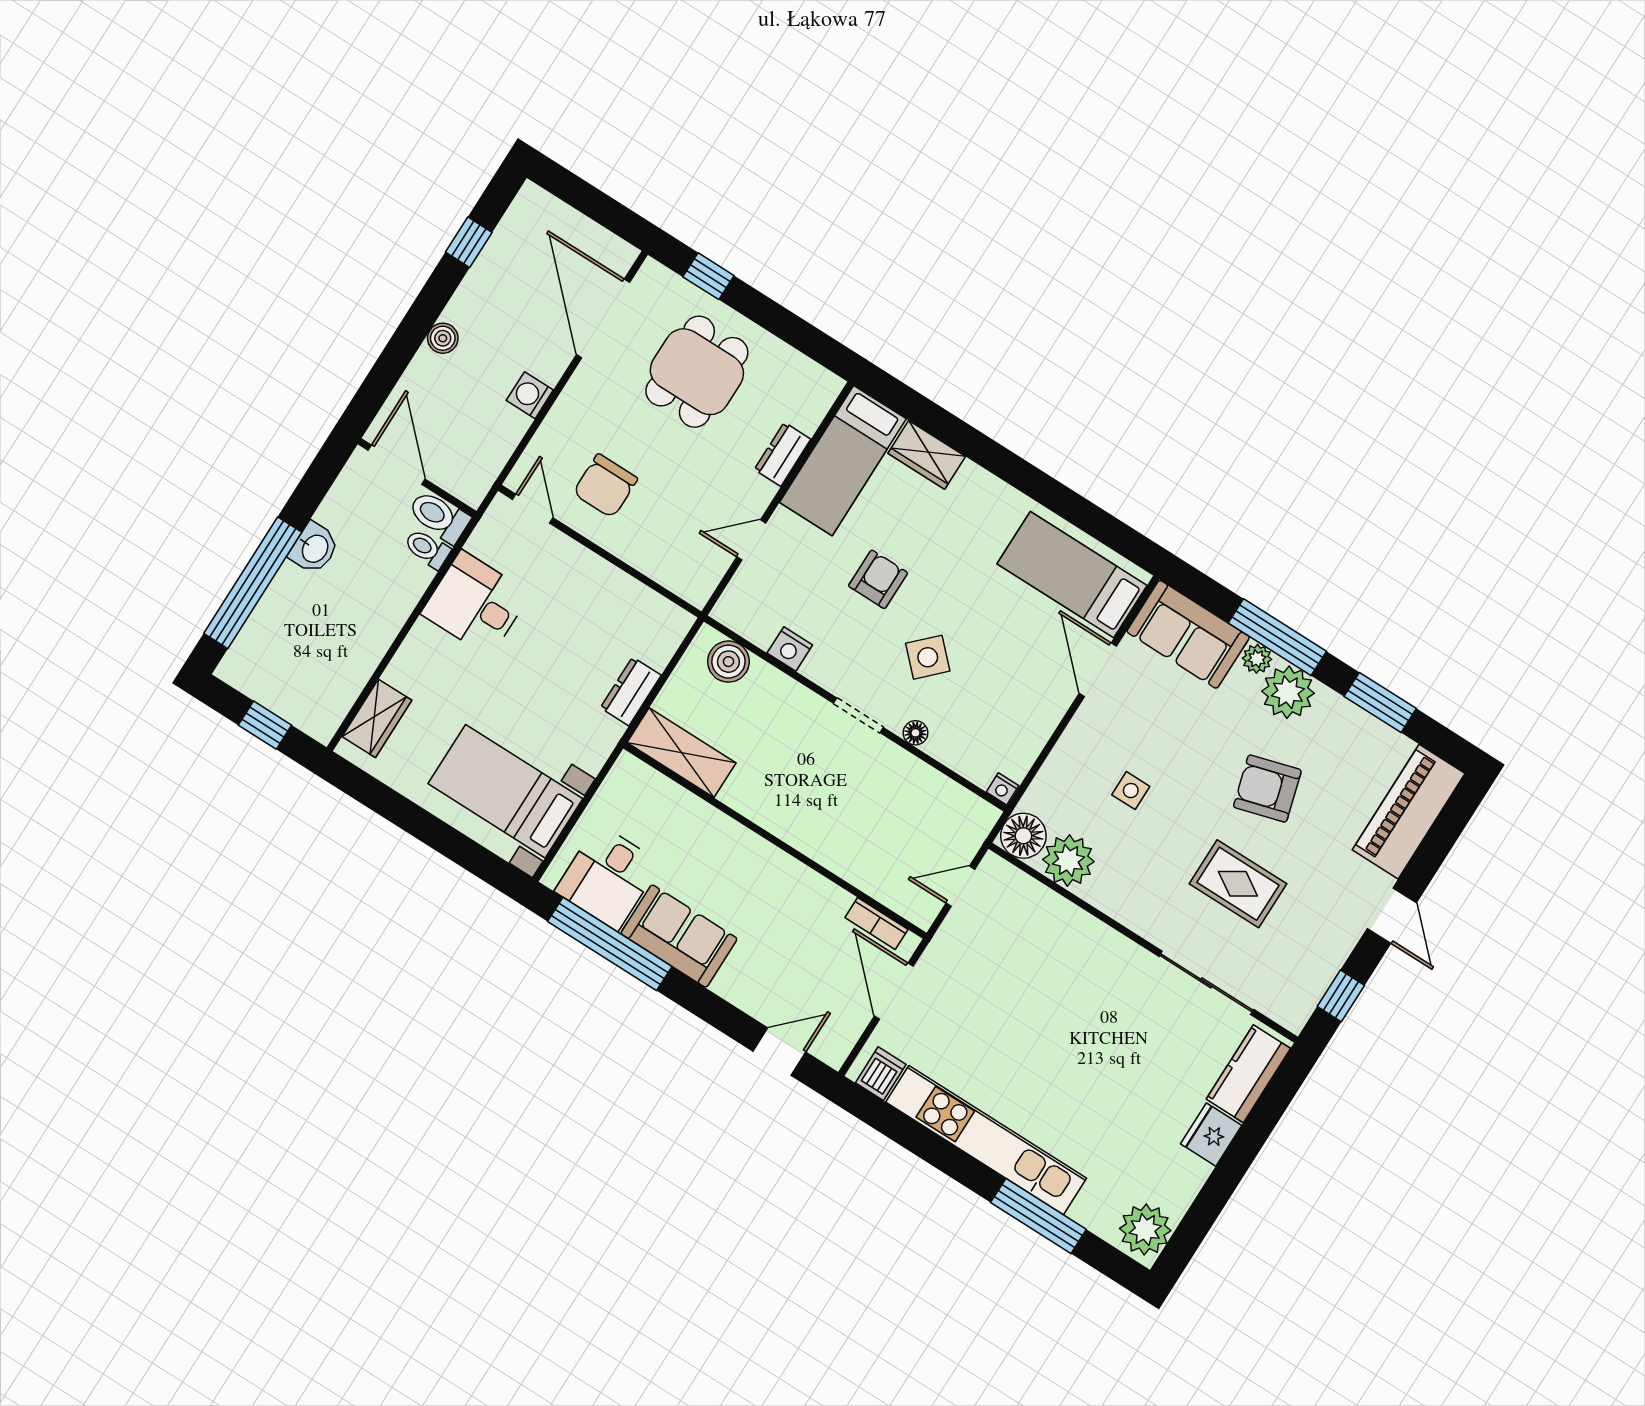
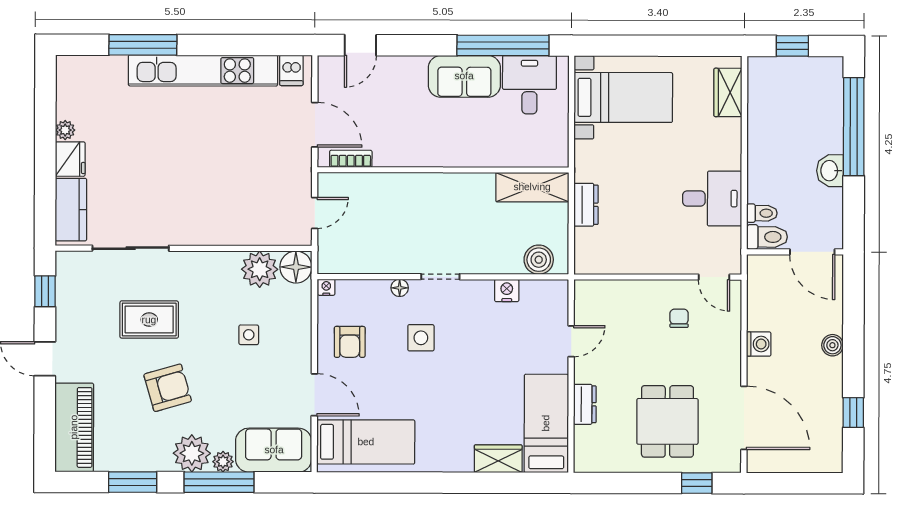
chair: (605, 486) -> (679, 318), width x0.54, depth x0.54
armchair: (878, 579) -> (350, 342), moved
side table: (928, 657) -> (421, 338), turned 45
plant: (1145, 1230) -> (65, 130), moved, width x0.53, depth x0.53

